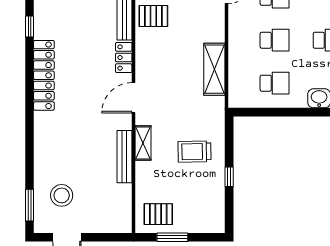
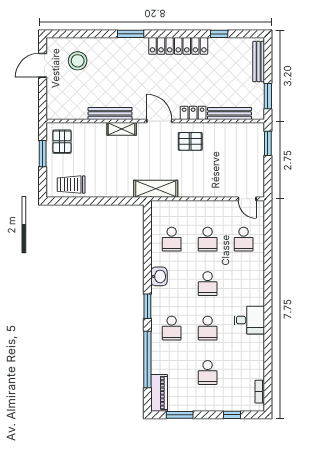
pallet: (153, 16) -> (190, 141), moved, turned 90
shelving: (214, 69) -> (156, 189), moved
trolley: (195, 152) -> (71, 185), moved, turned -89
window: (229, 177) -> (93, 201), removed
window: (29, 205) -> (131, 34), moved

